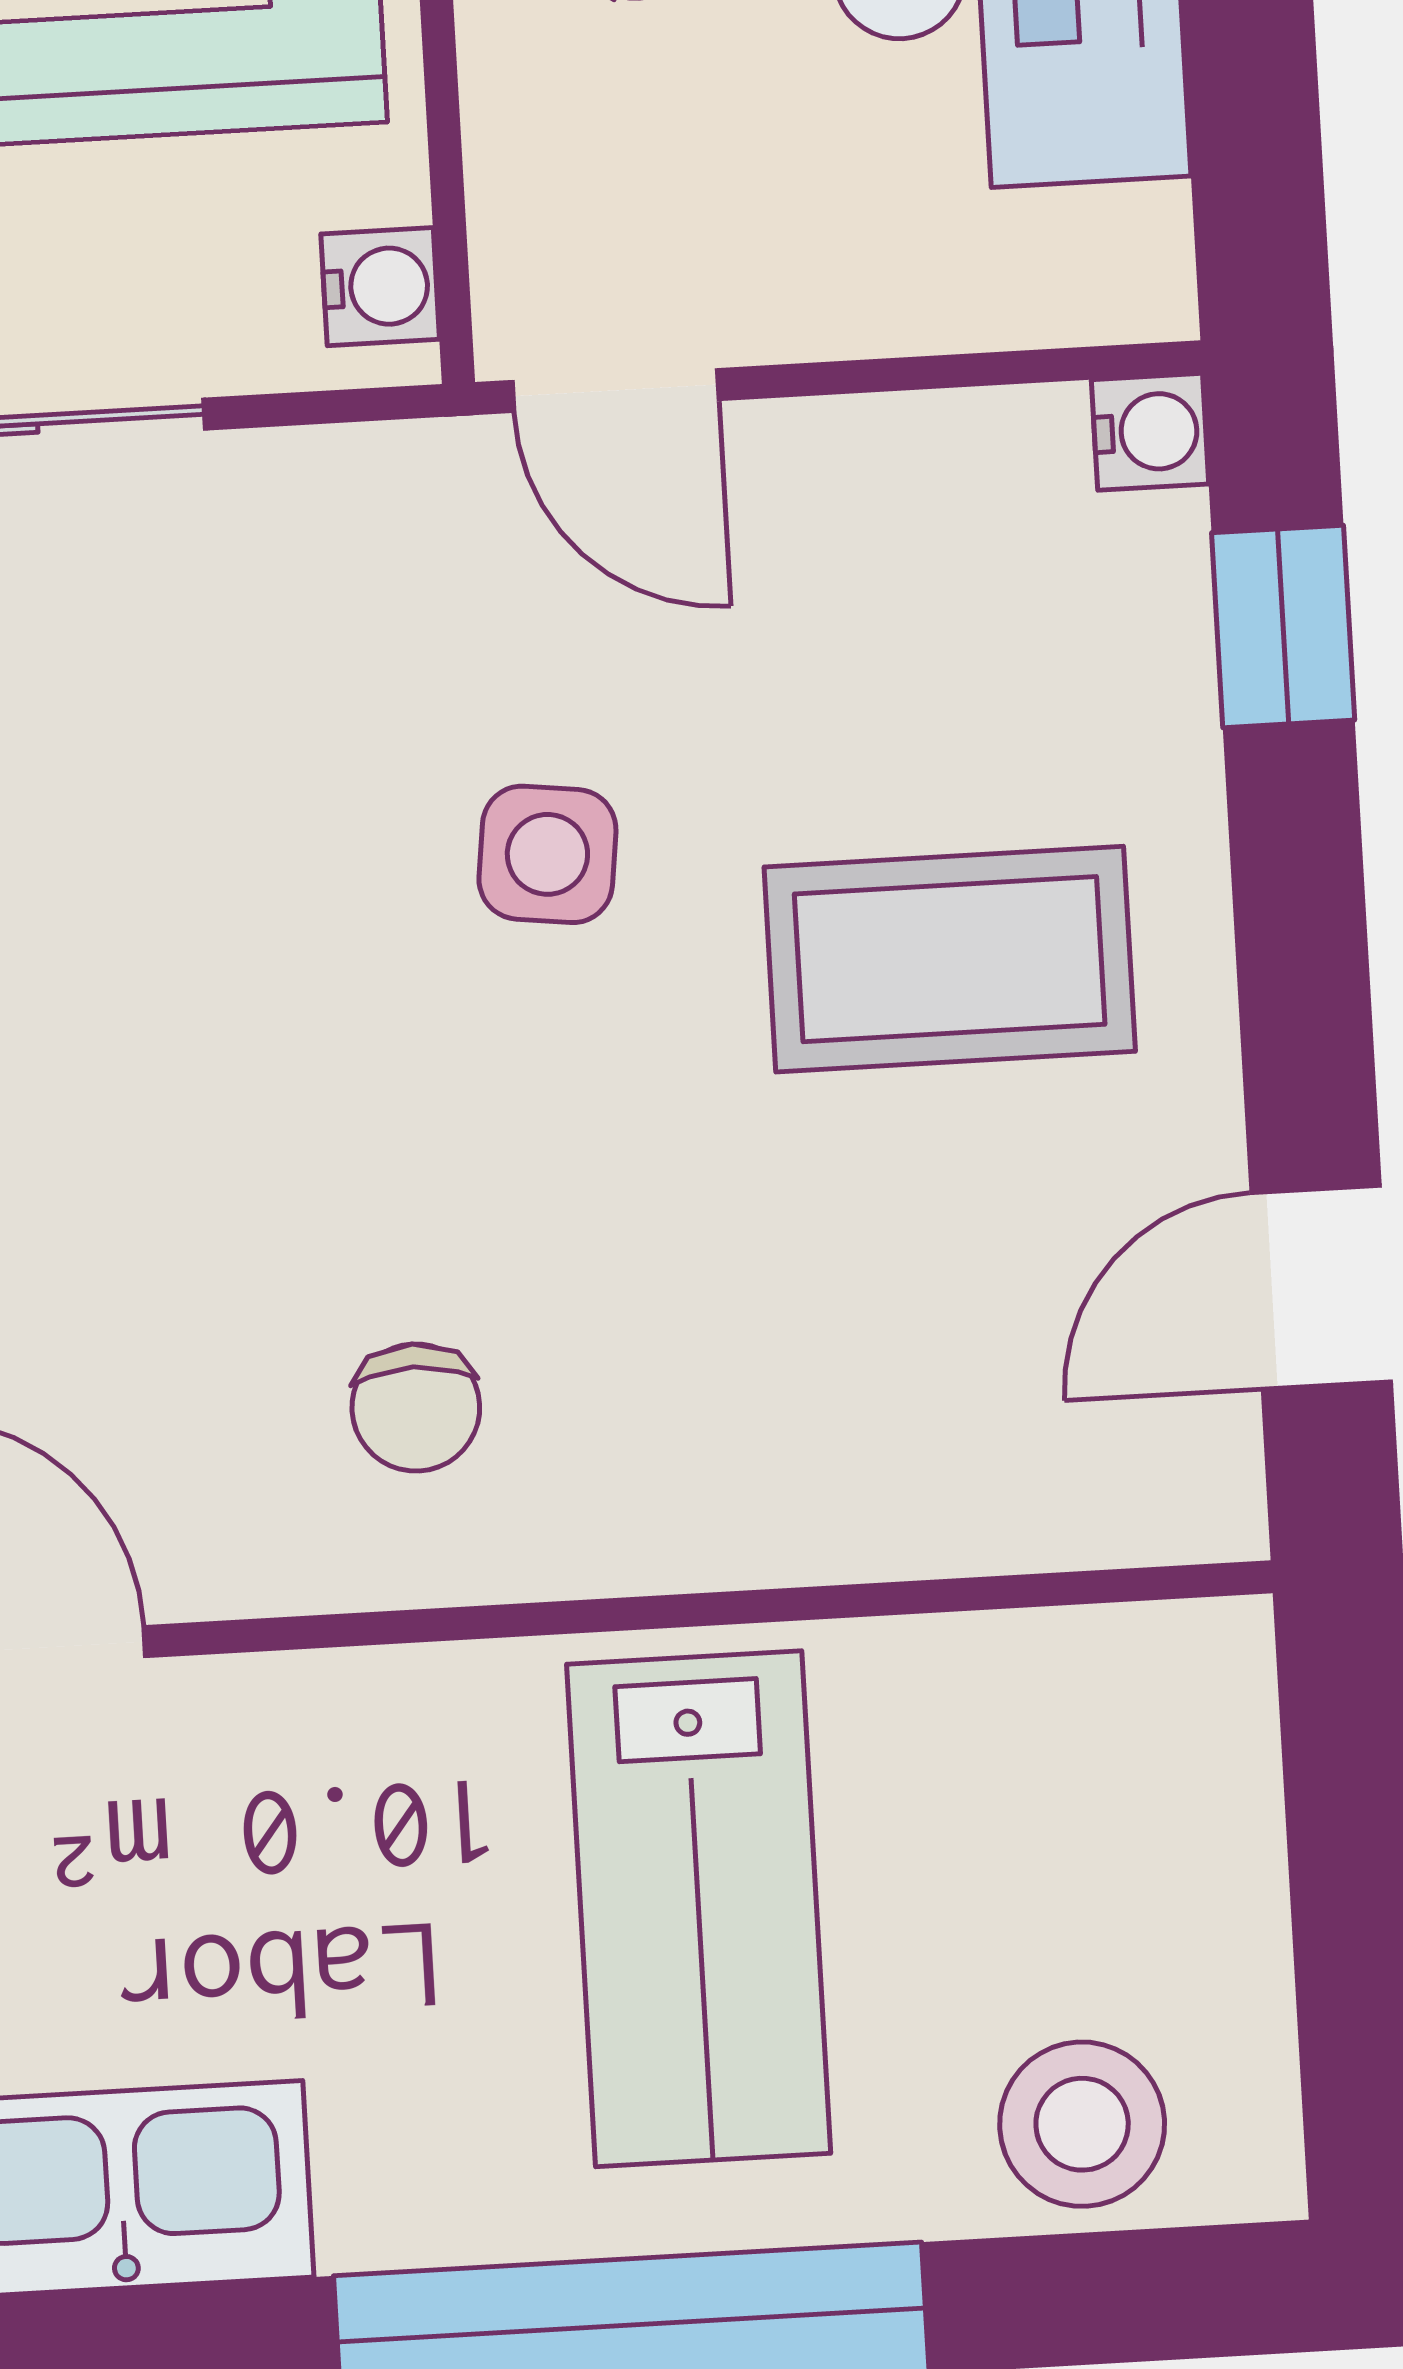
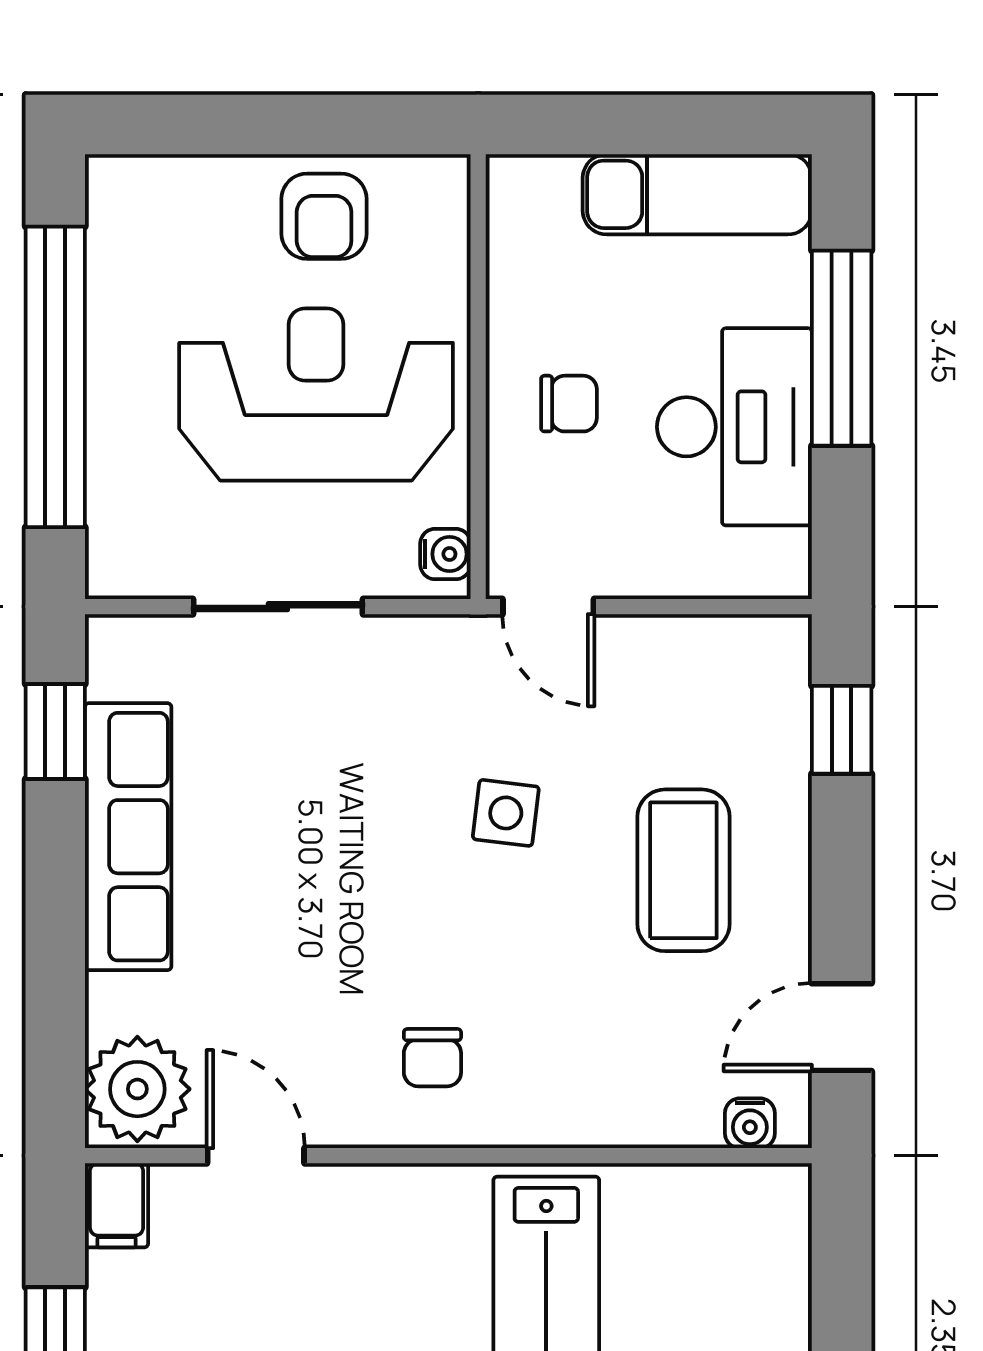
water cooler: (1150, 432) -> (750, 1123), moved, turned 90
coffee table: (950, 959) -> (683, 870), turned 90

